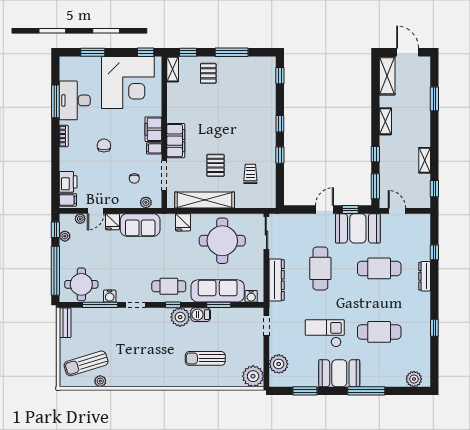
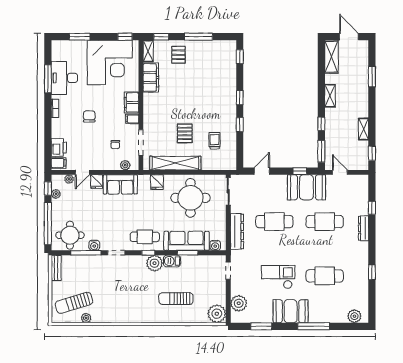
filing cabinet: (176, 141) -> (151, 78), moved
door: (324, 209) -> (262, 171), moved
cafe table: (320, 268) -> (274, 222), turned 90

